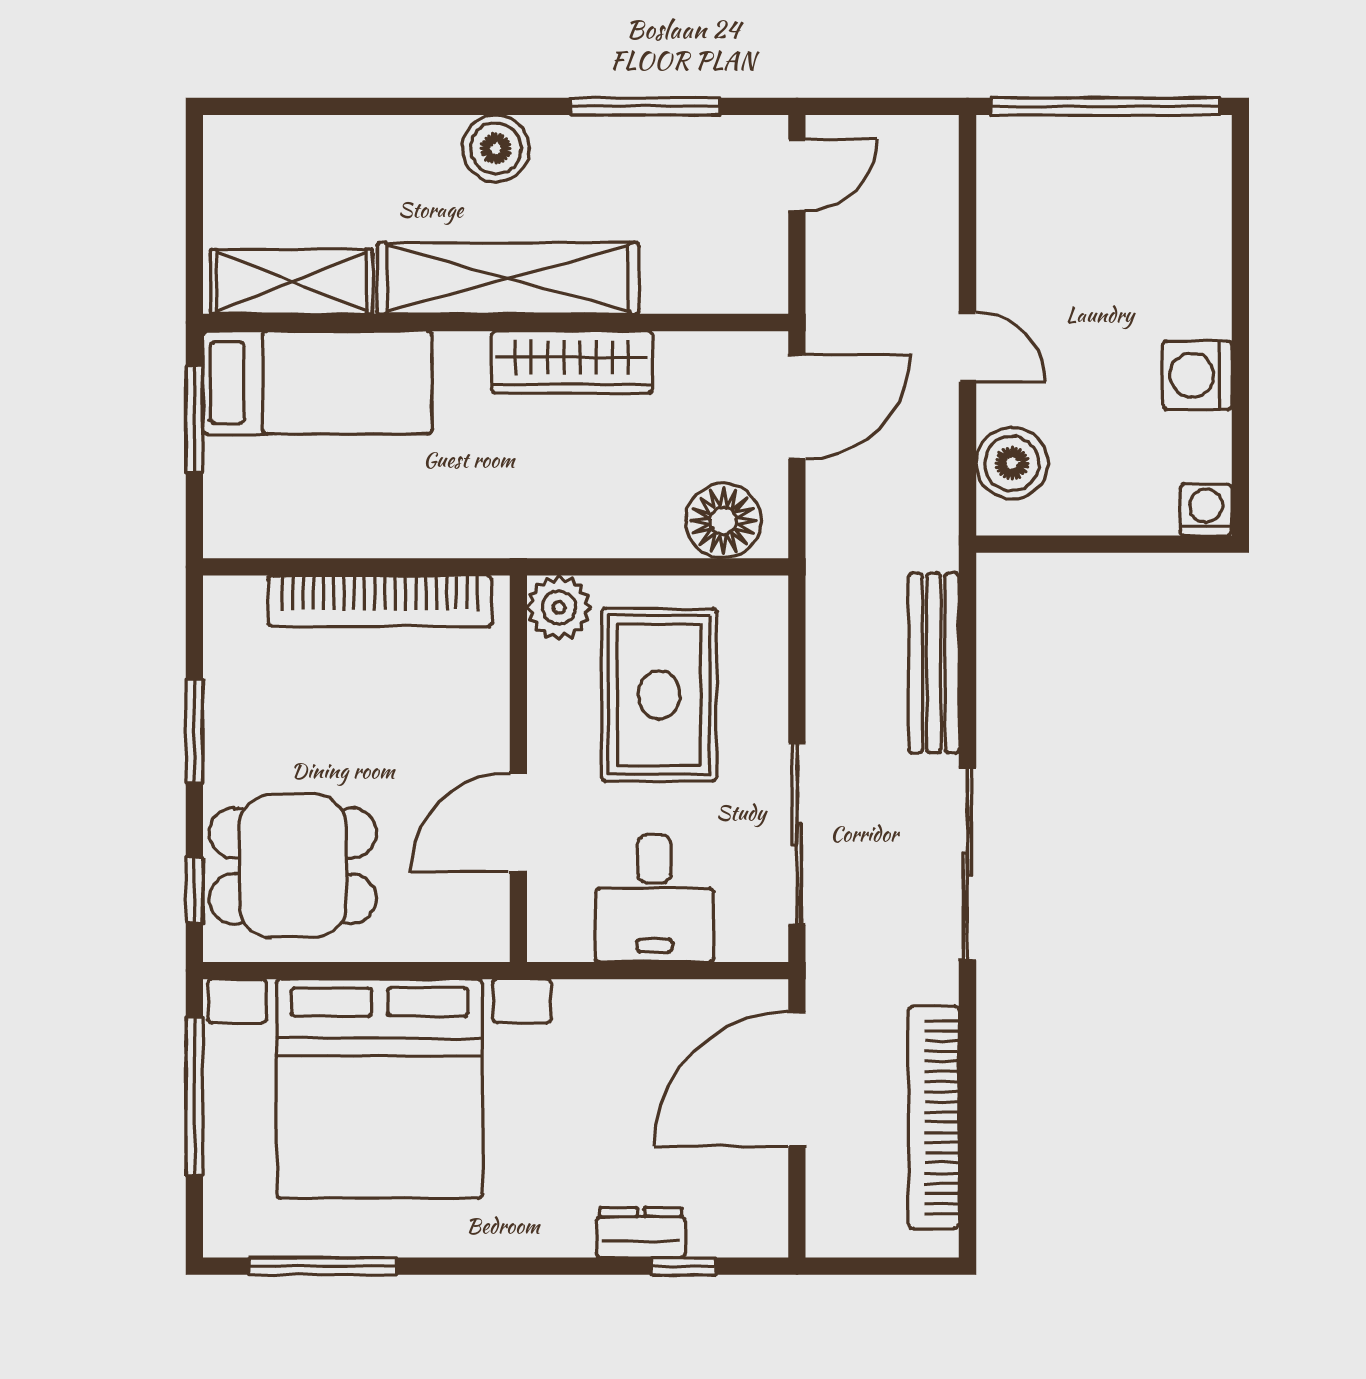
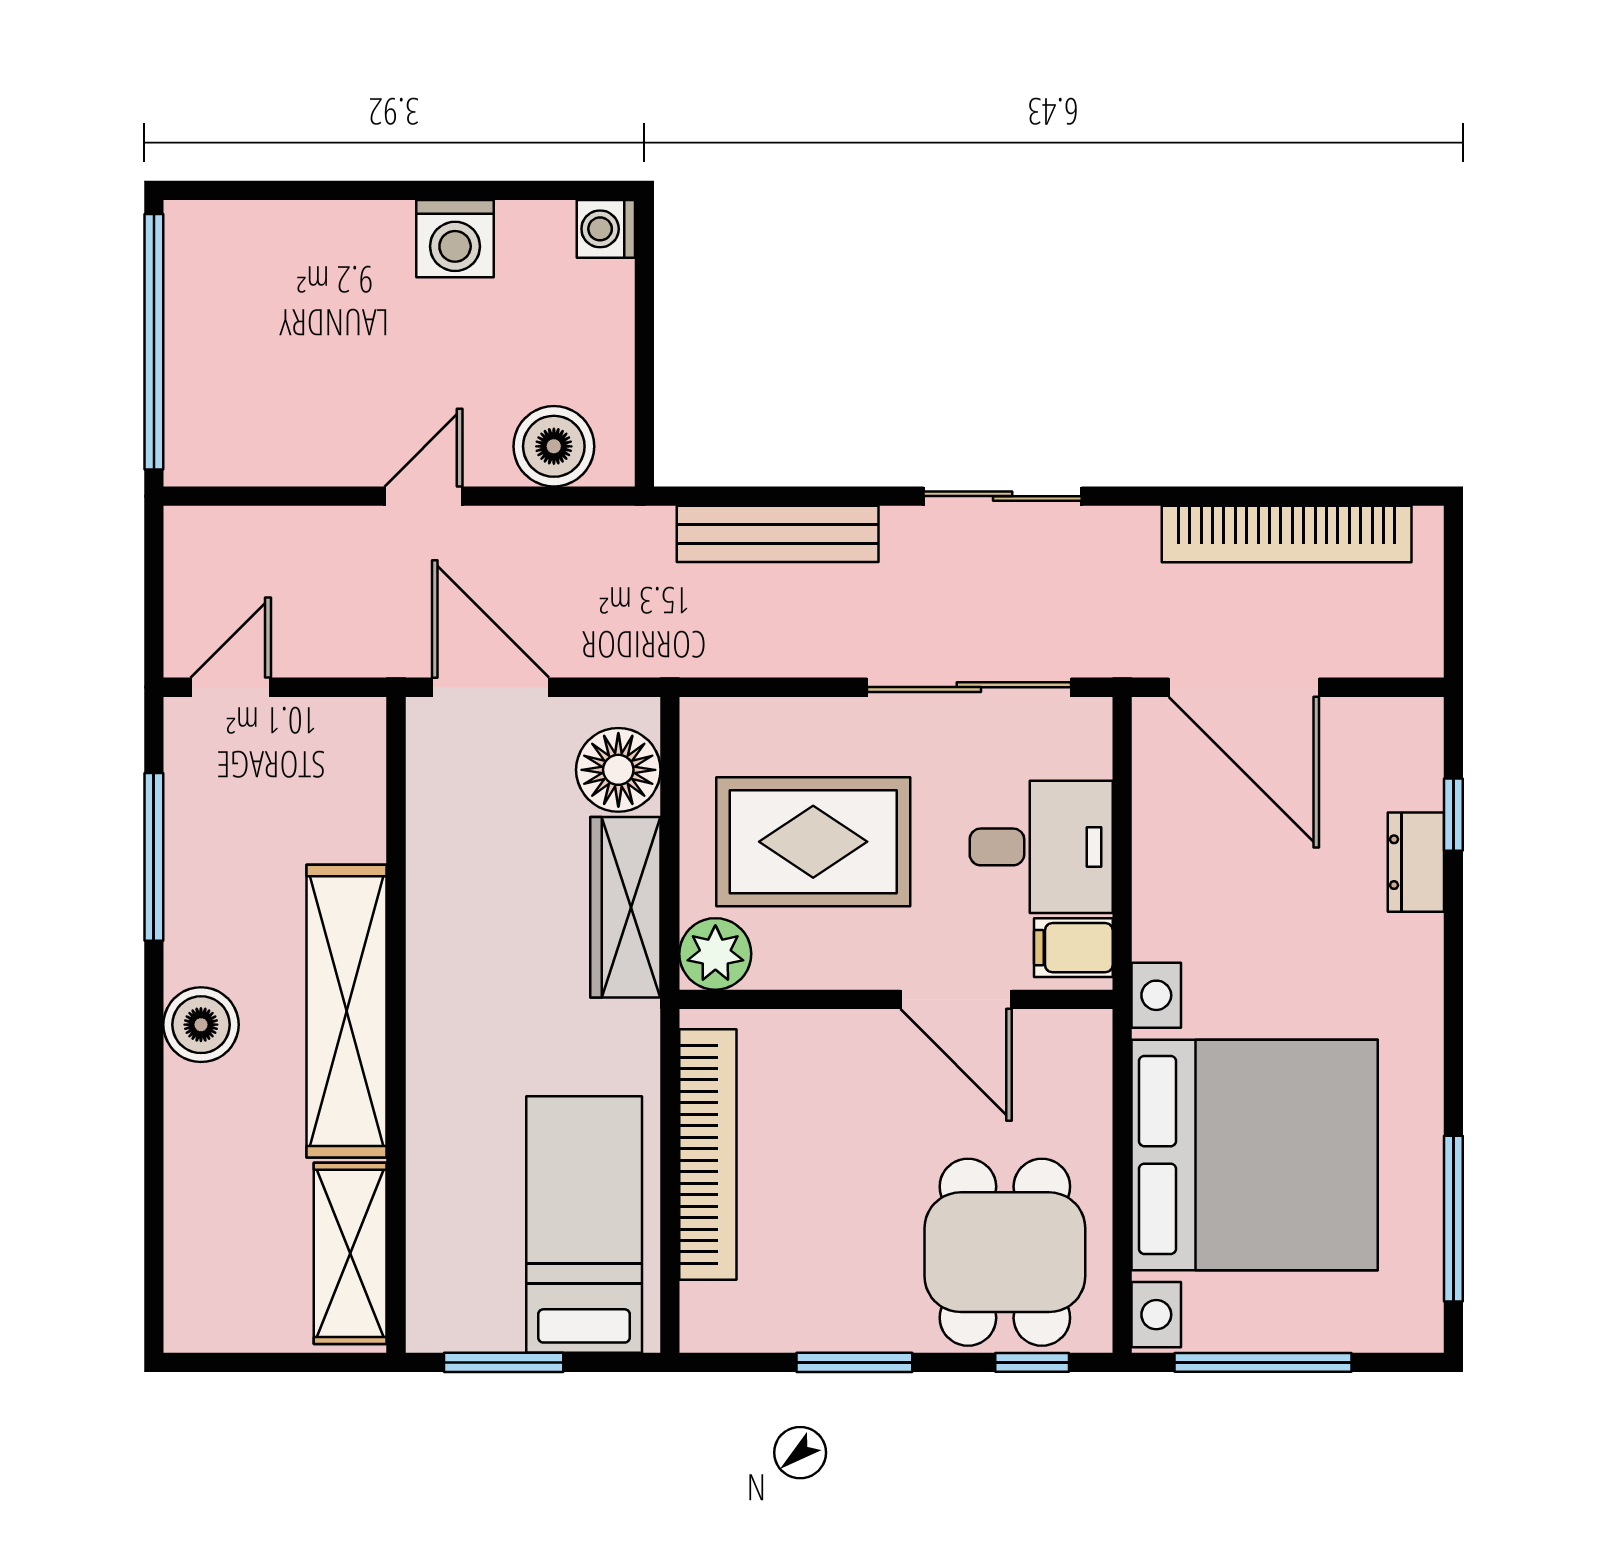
door: (797, 175) -> (231, 687), hinge flipped
wardrobe: (572, 362) -> (625, 907), moved, turned 180
bed: (317, 383) -> (584, 1225), moved
sliding door: (967, 864) -> (1003, 496), width x0.73
filing cabinet: (565, 927) -> (1073, 948), added

